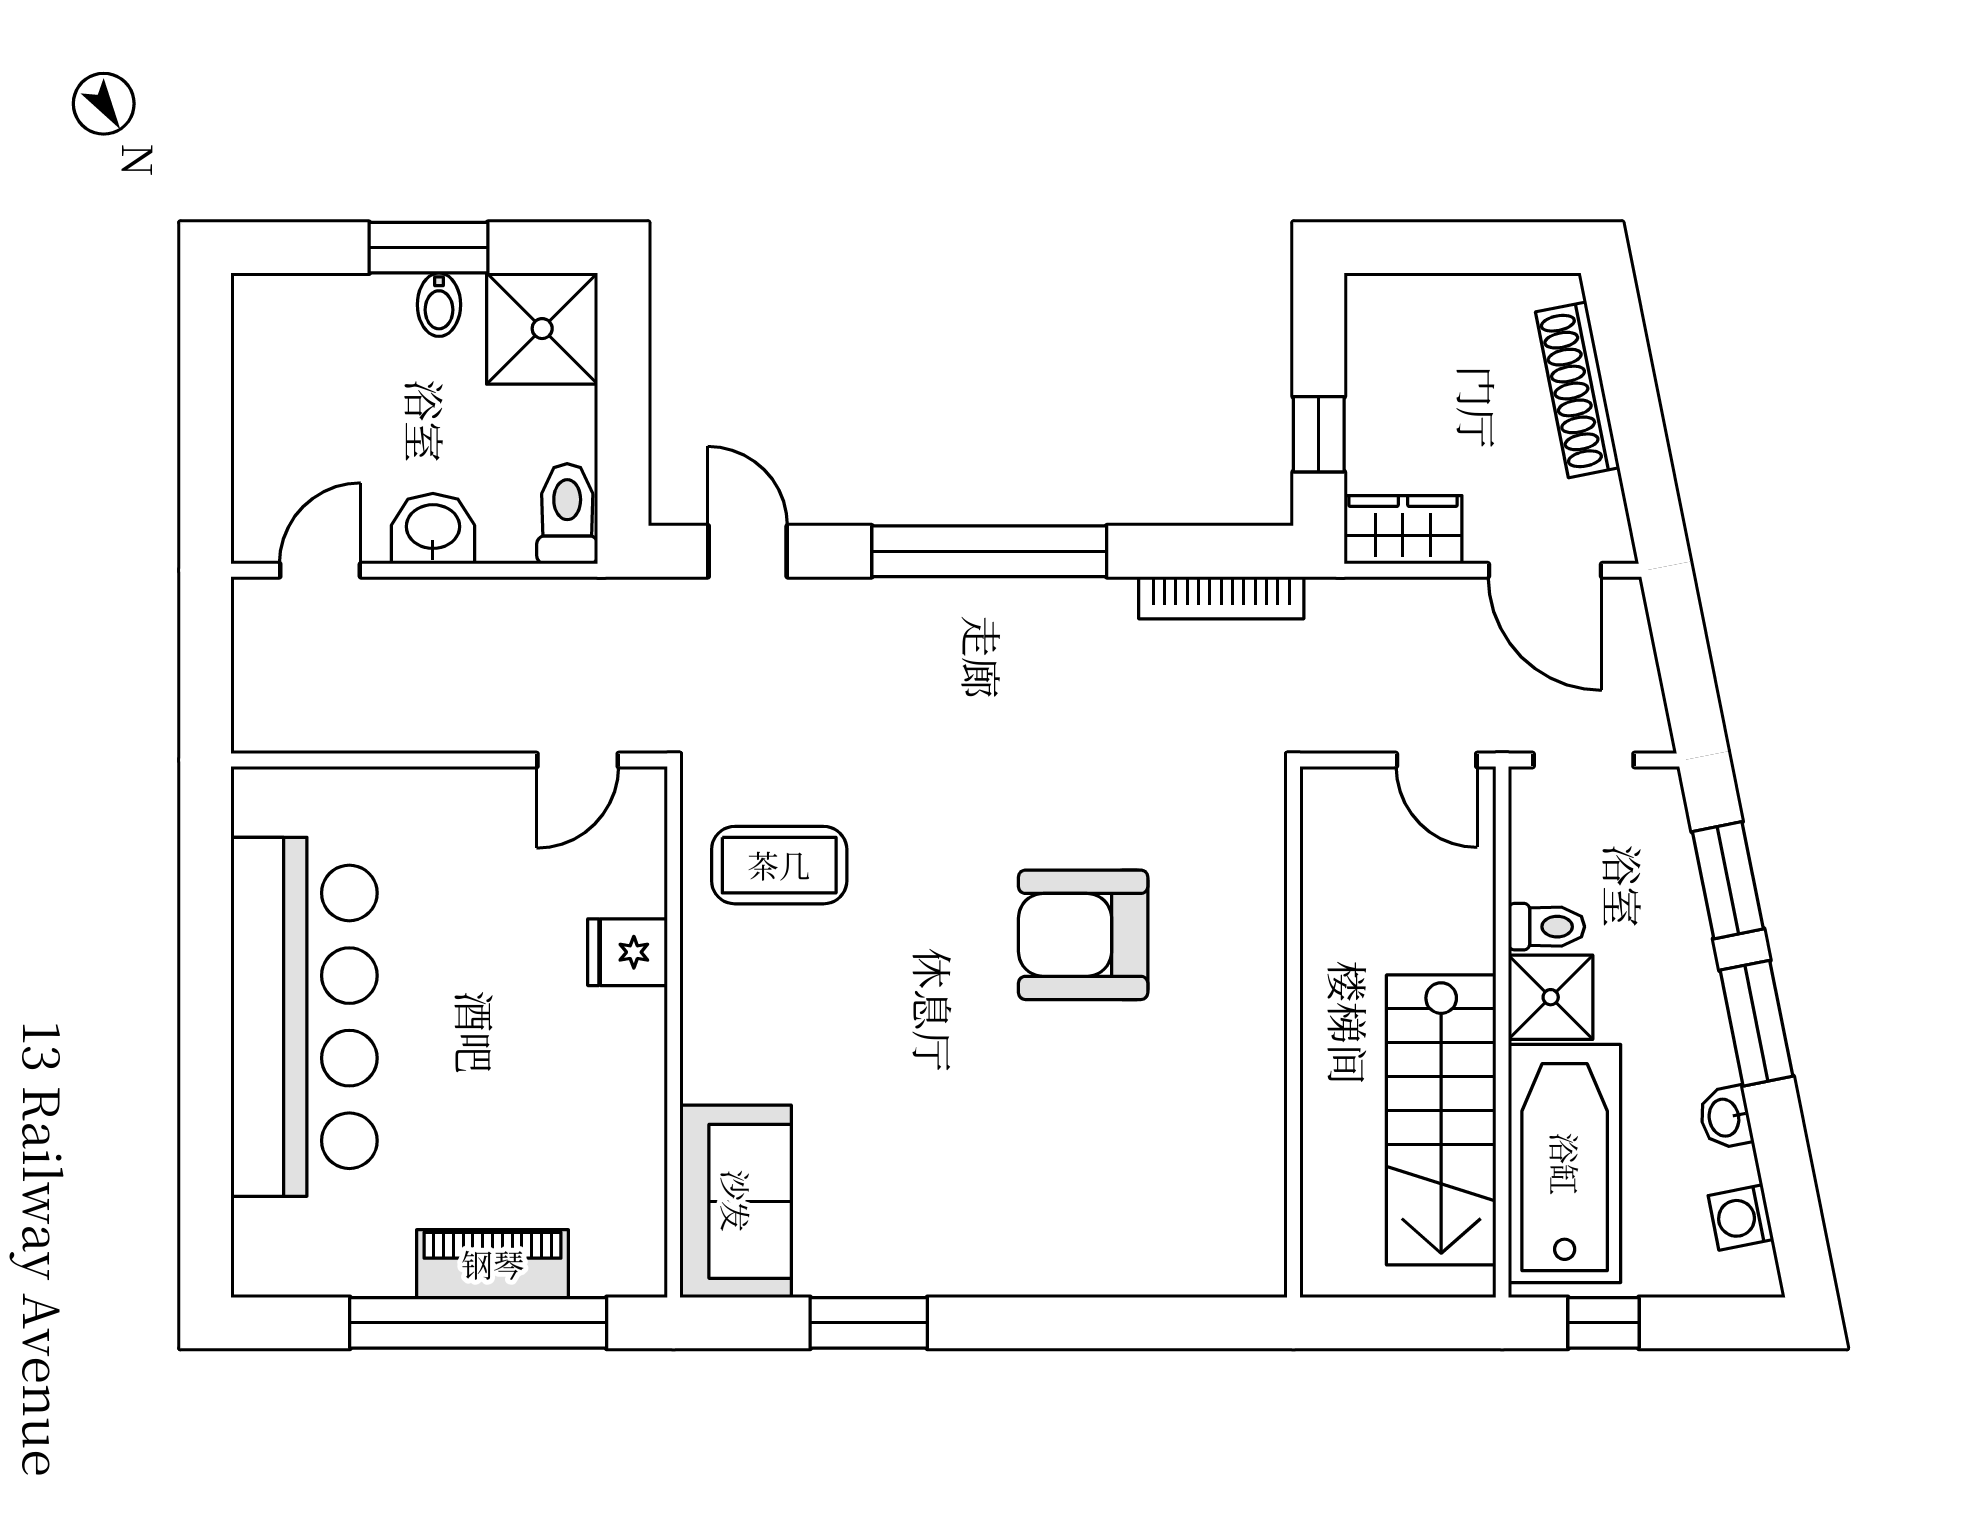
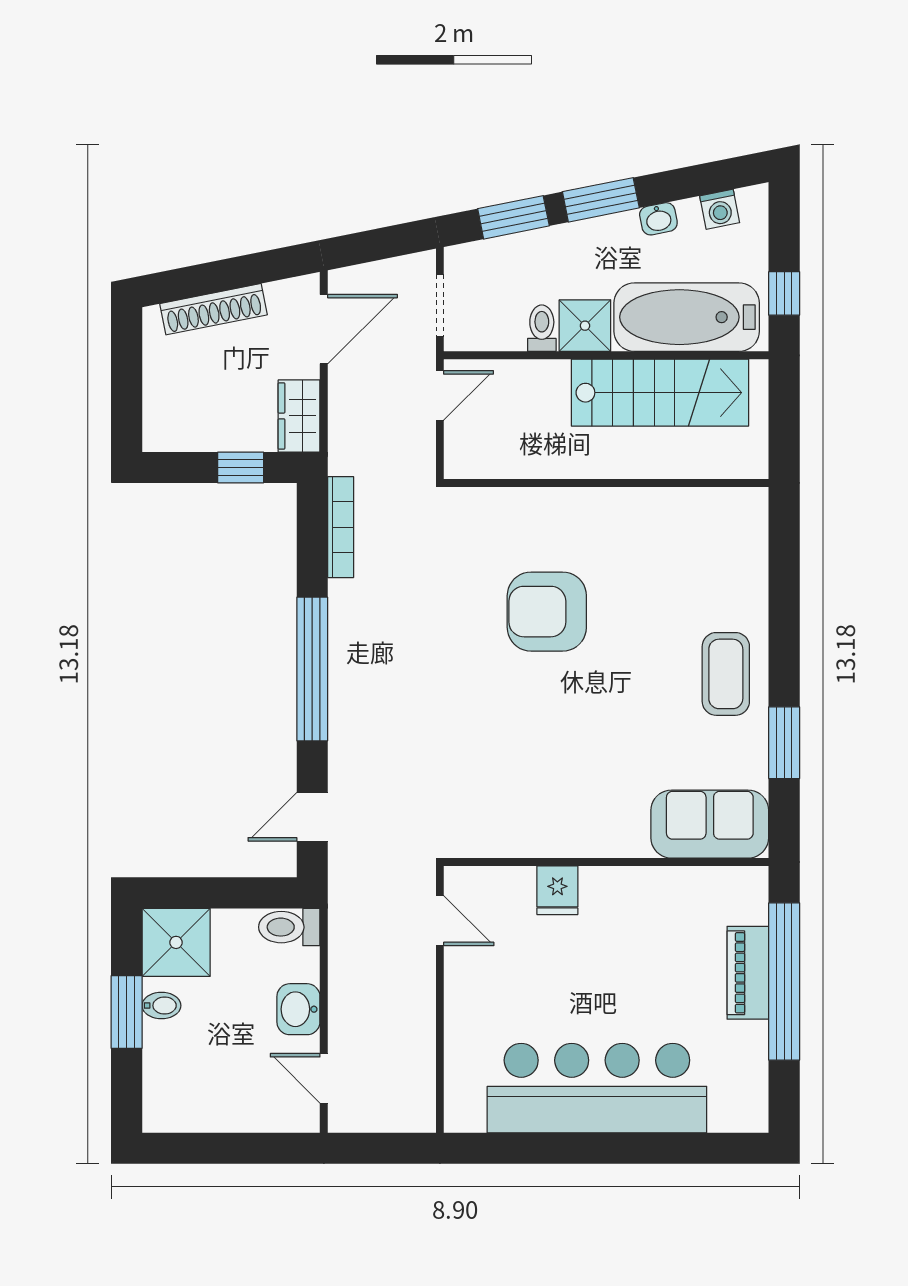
coffee table: (779, 865) -> (726, 674), moved
armchair: (1083, 935) -> (547, 612), turned 90

